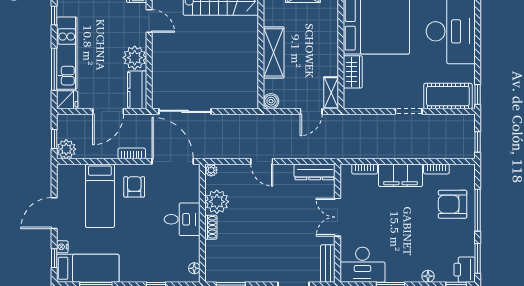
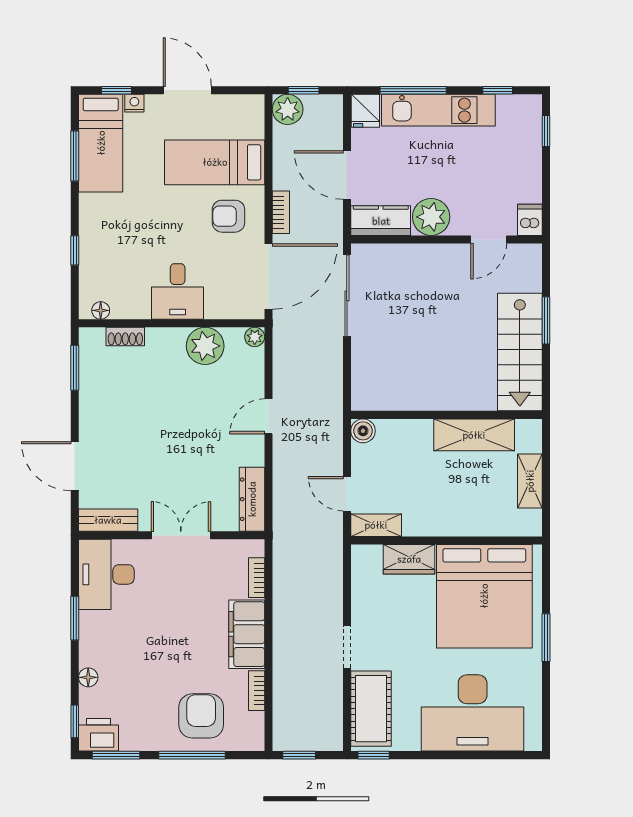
shelving: (274, 52) -> (474, 435), moved
armchair: (134, 187) -> (228, 216), turned 180
shoe rack: (211, 227) -> (125, 336), moved

